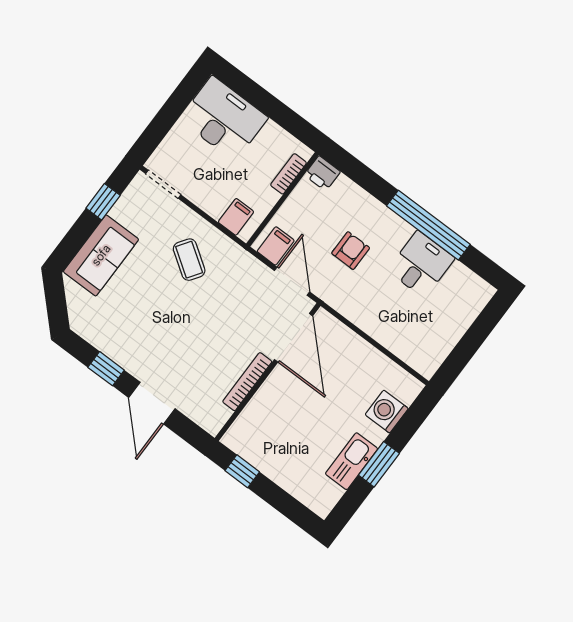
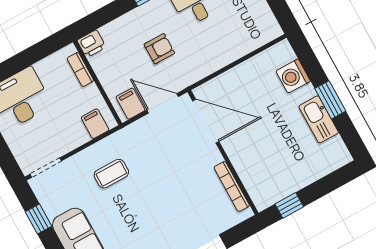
armchair: (351, 251) -> (159, 49), turned 90
coffee table: (189, 260) -> (111, 174), turned -34
bookcase: (247, 382) -> (232, 187), moved

